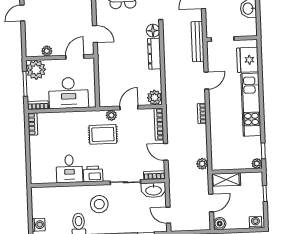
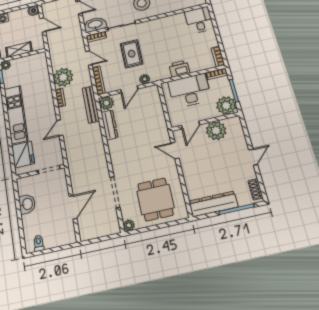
floor lamp: (153, 31) -> (118, 165), removed
bench: (198, 42) -> (91, 104), moved
plant: (47, 51) -> (216, 131), width x1.88, depth x1.88
dresser: (154, 54) -> (109, 125), moved
rug: (103, 134) -> (132, 54), moved, turned 90
plant: (202, 164) -> (63, 77), moved, width x1.88, depth x1.88
desk: (69, 169) -> (199, 20), moved
printer: (93, 174) -> (179, 69), moved, turned 180
shelving: (226, 180) -> (19, 50), moved
door: (211, 203) -> (43, 25), swing flipped

